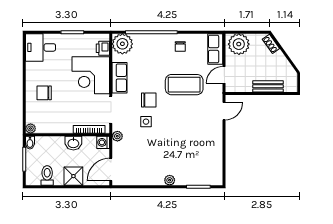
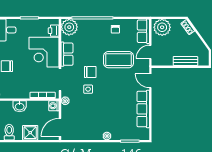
door: (224, 111) -> (150, 81), swing flipped
washbasin: (73, 143) -> (20, 106), moved
row of seats: (215, 146) -> (143, 109), added

